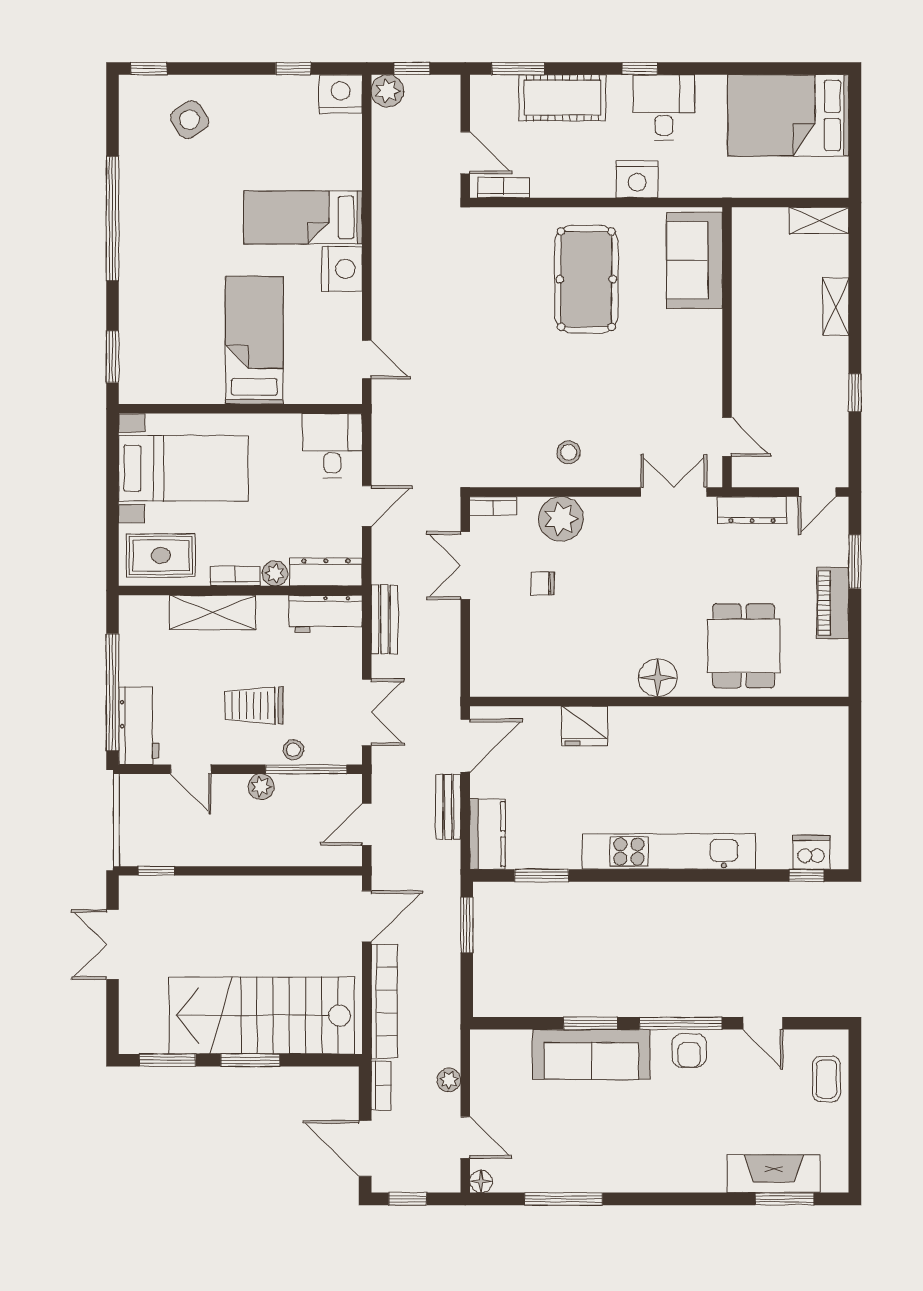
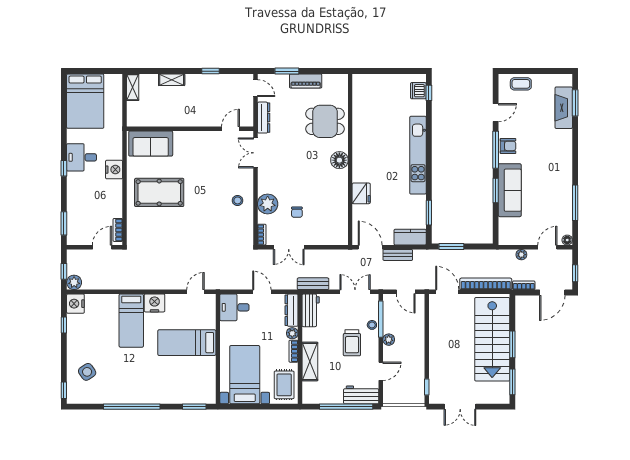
cot: (562, 98) -> (77, 203), removed

